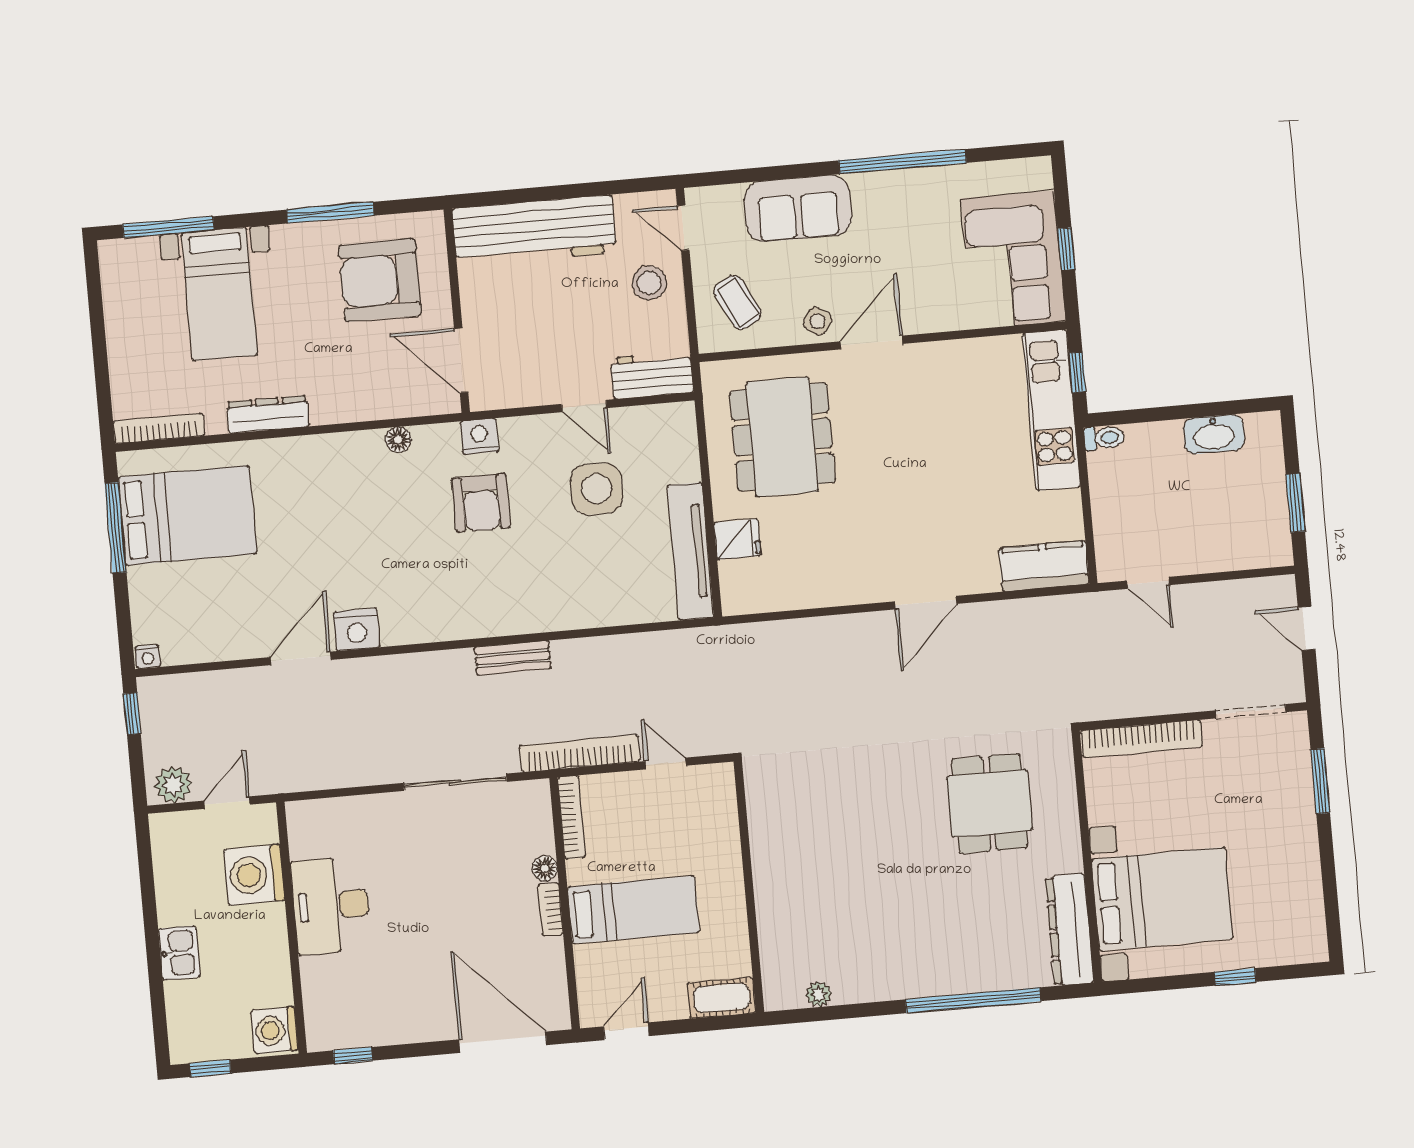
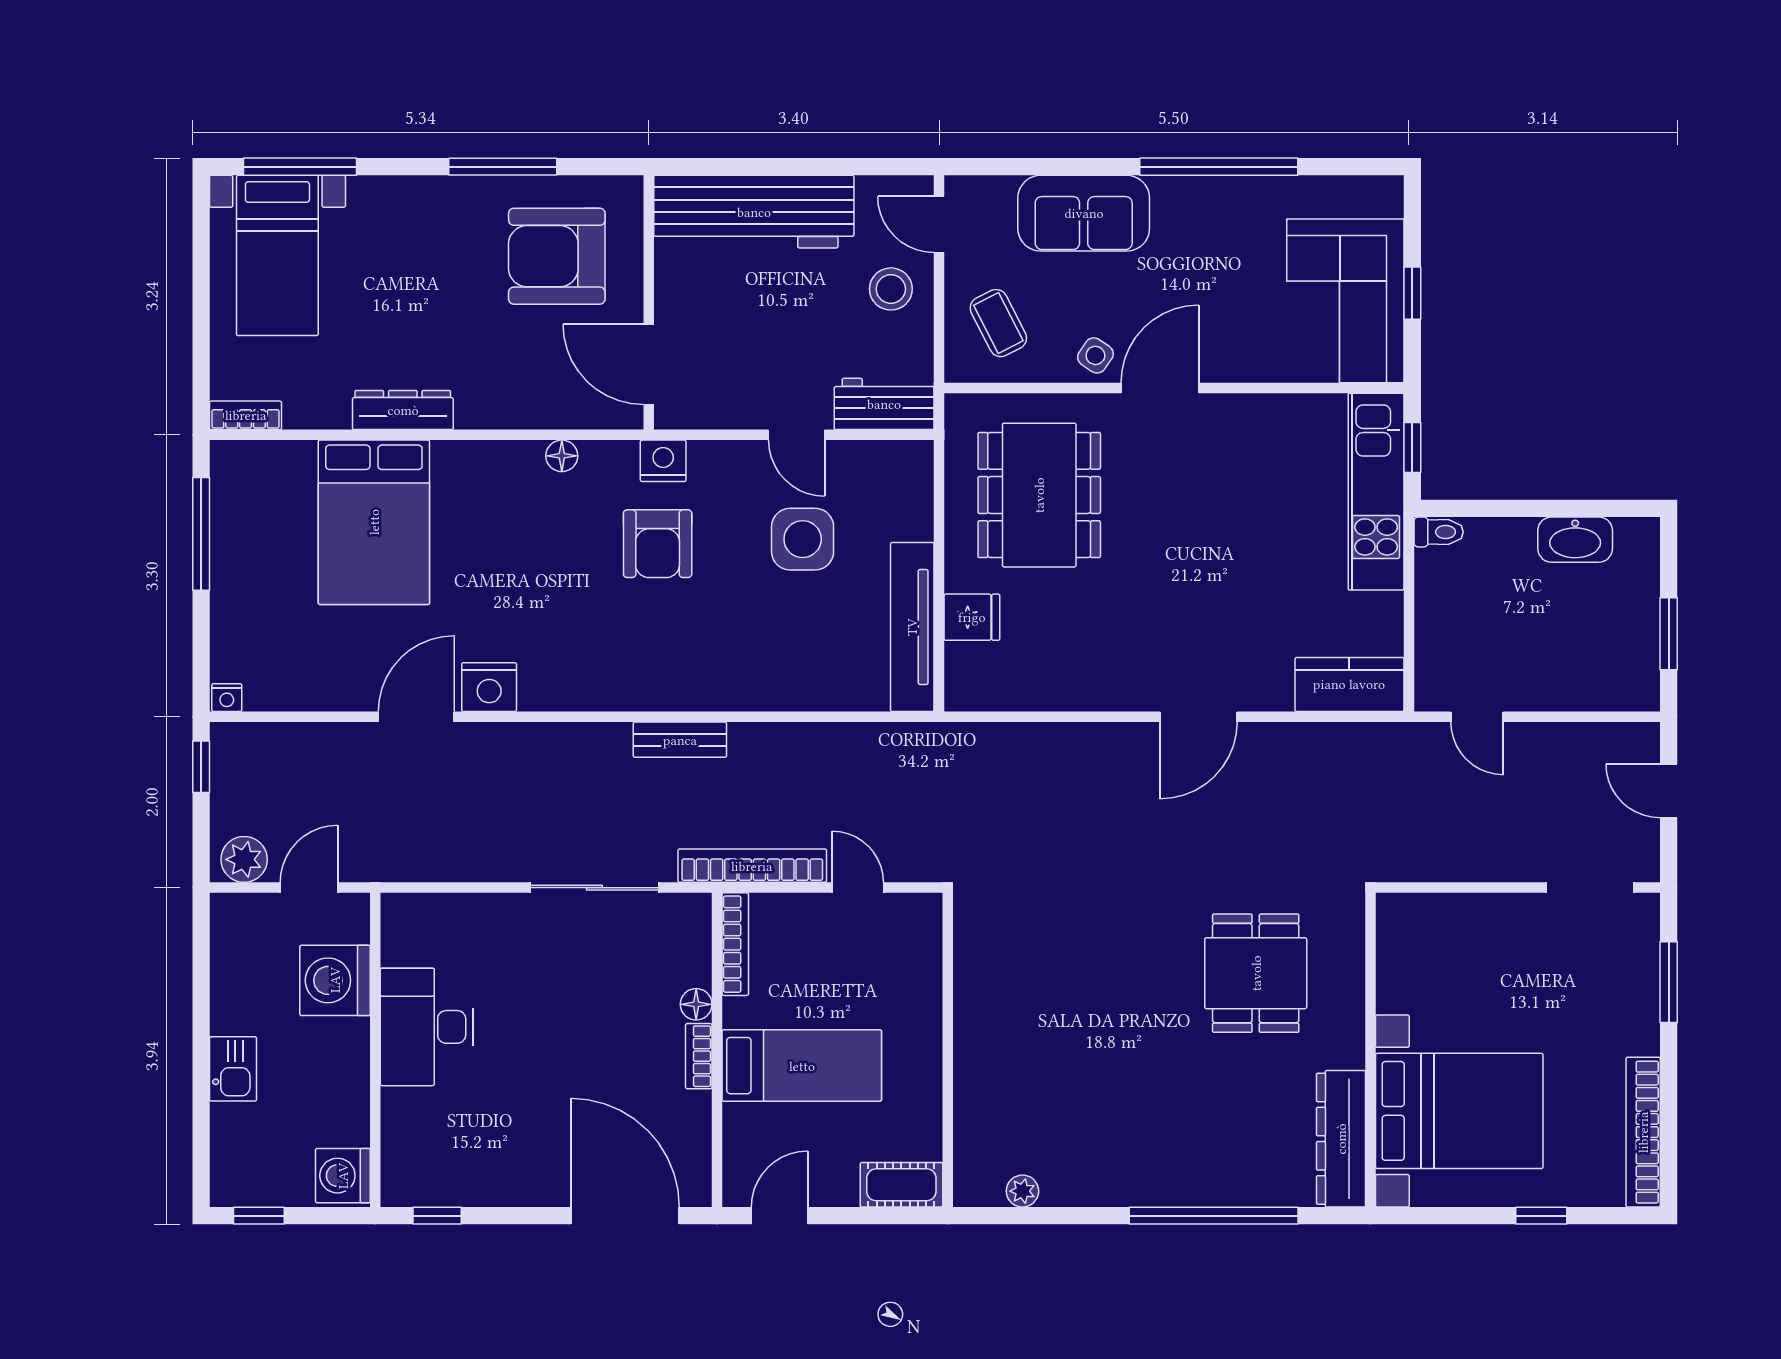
bed with nightstands: (219, 294) -> (277, 255), moved
bookcase: (159, 428) -> (246, 415), width x0.64
bed: (188, 515) -> (374, 522), moved, turned 90
bookcase: (1141, 739) -> (1643, 1132), moved, turned 90

